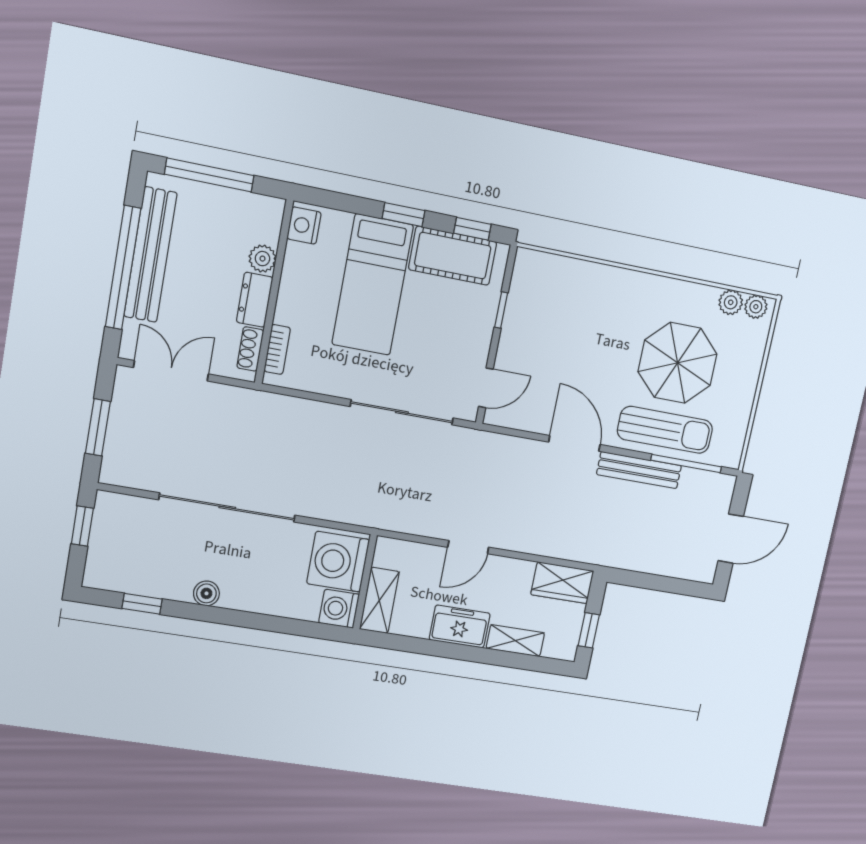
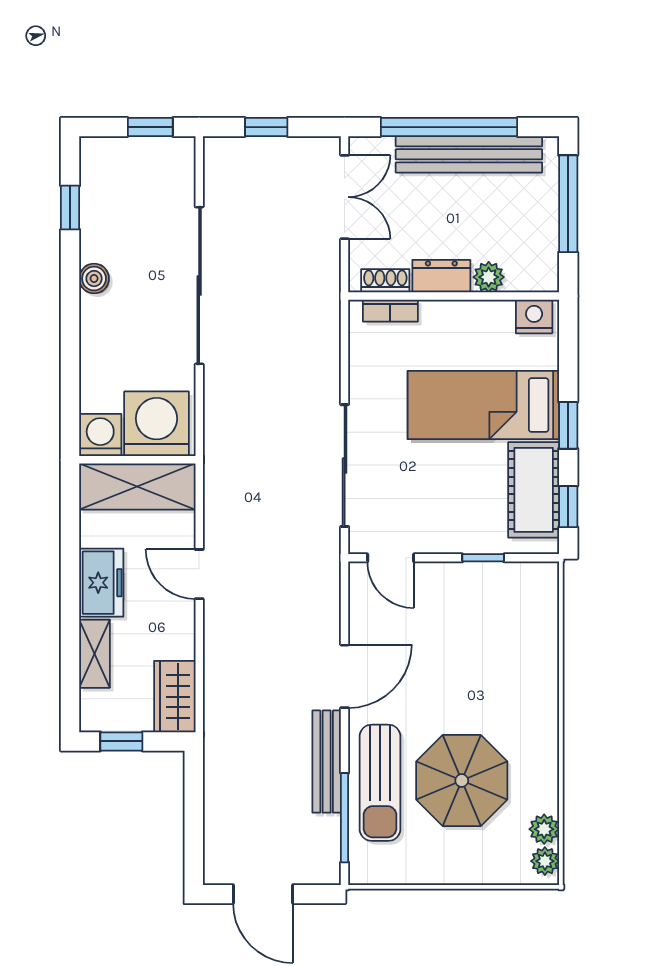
window: (98, 427) -> (266, 127), width x0.67
shelving: (379, 600) -> (137, 486), width x1.50, depth x1.33

